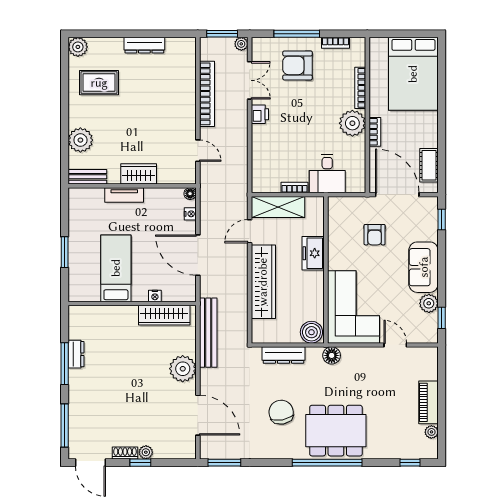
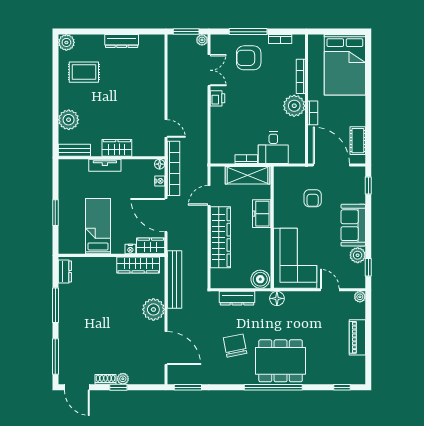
bookcase: (207, 94) -> (174, 168), moved
shelving: (278, 207) -> (247, 175), moved
wardrobe: (179, 292) -> (151, 246), added
dresser: (76, 354) -> (65, 271), moved
plant: (431, 432) -> (360, 297), moved

